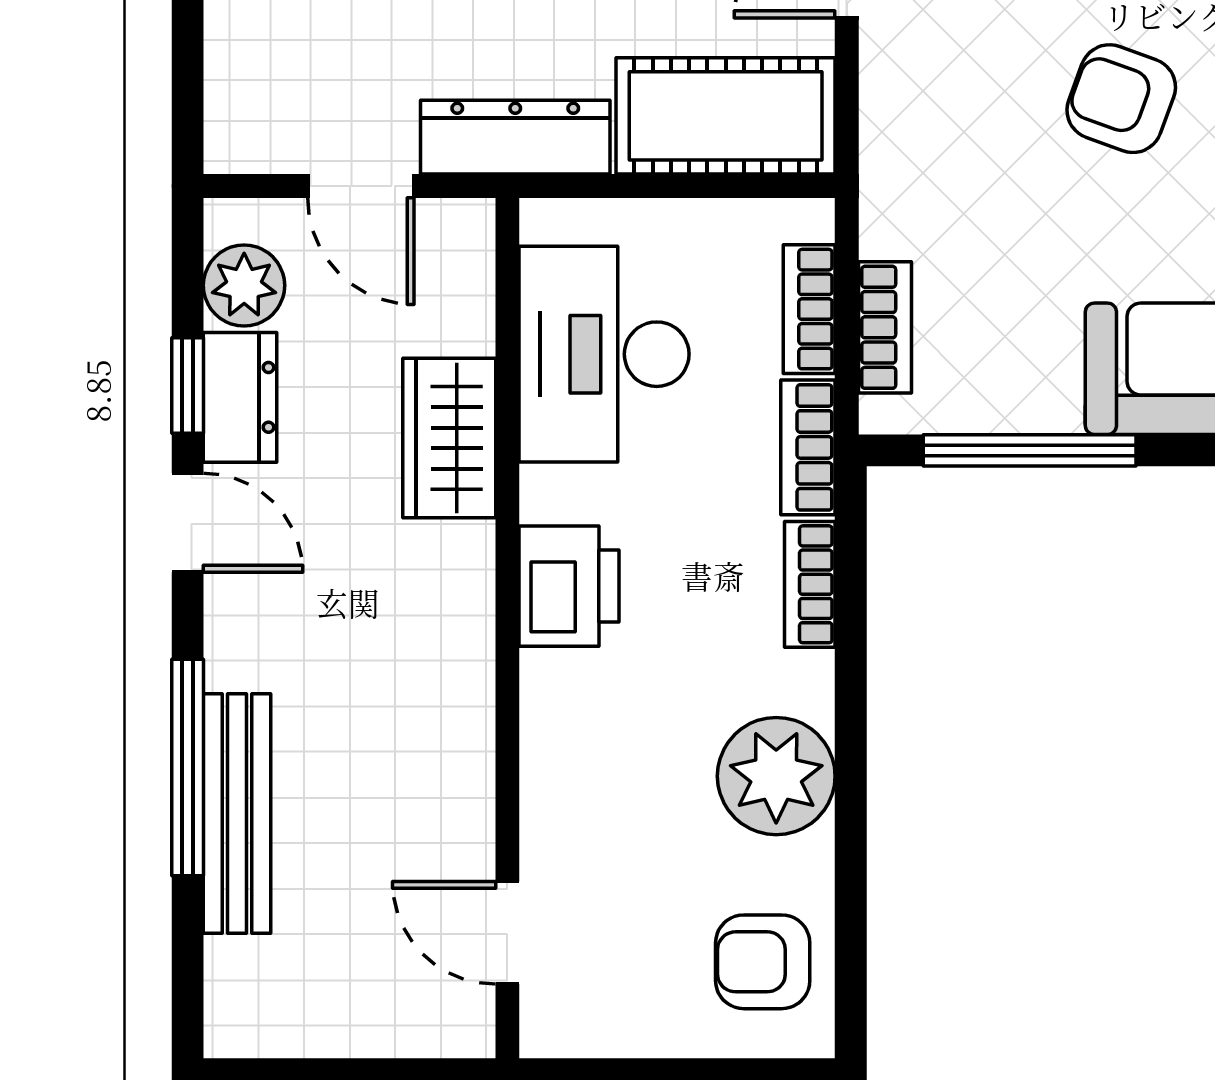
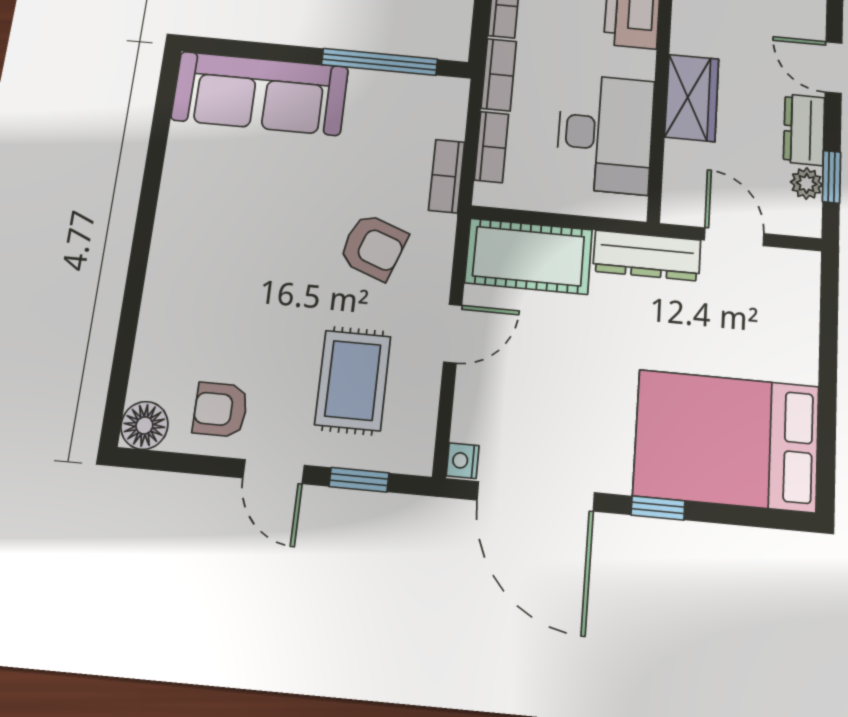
armchair: (1121, 99) -> (373, 247), moved
plant: (244, 285) -> (807, 183), width x0.73, depth x0.73
bookcase: (885, 327) -> (447, 176), moved
window: (188, 386) -> (832, 177), moved

